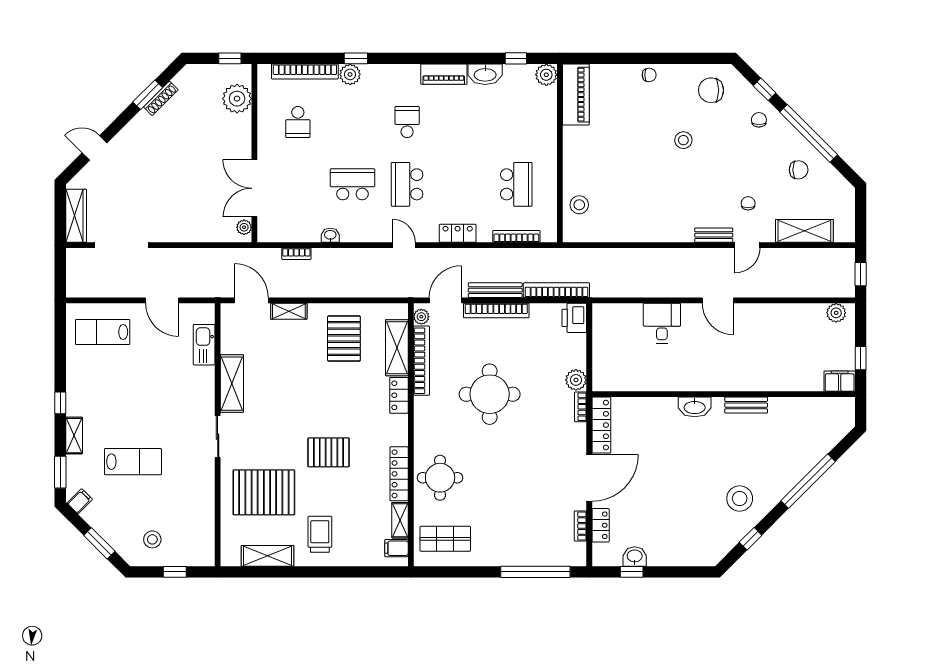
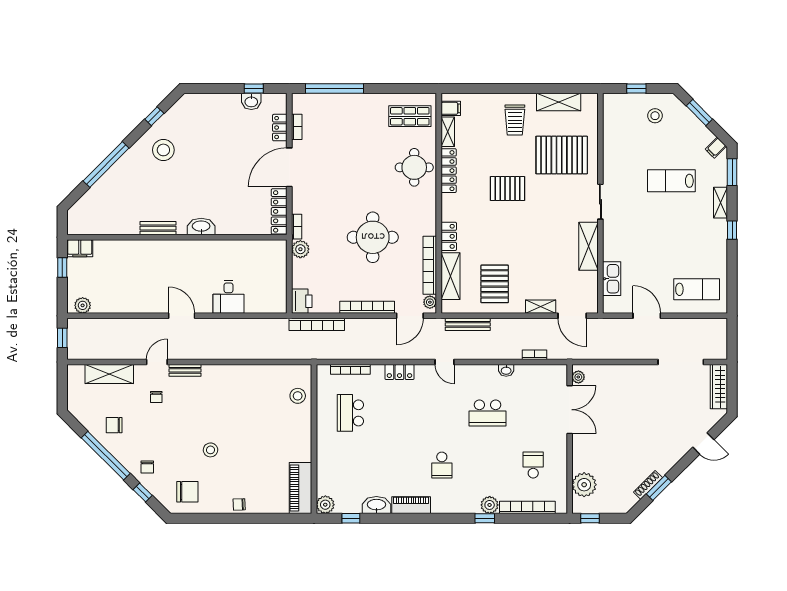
school desk: (407, 184) -> (442, 413), removed
bench: (495, 290) -> (468, 324), moved

